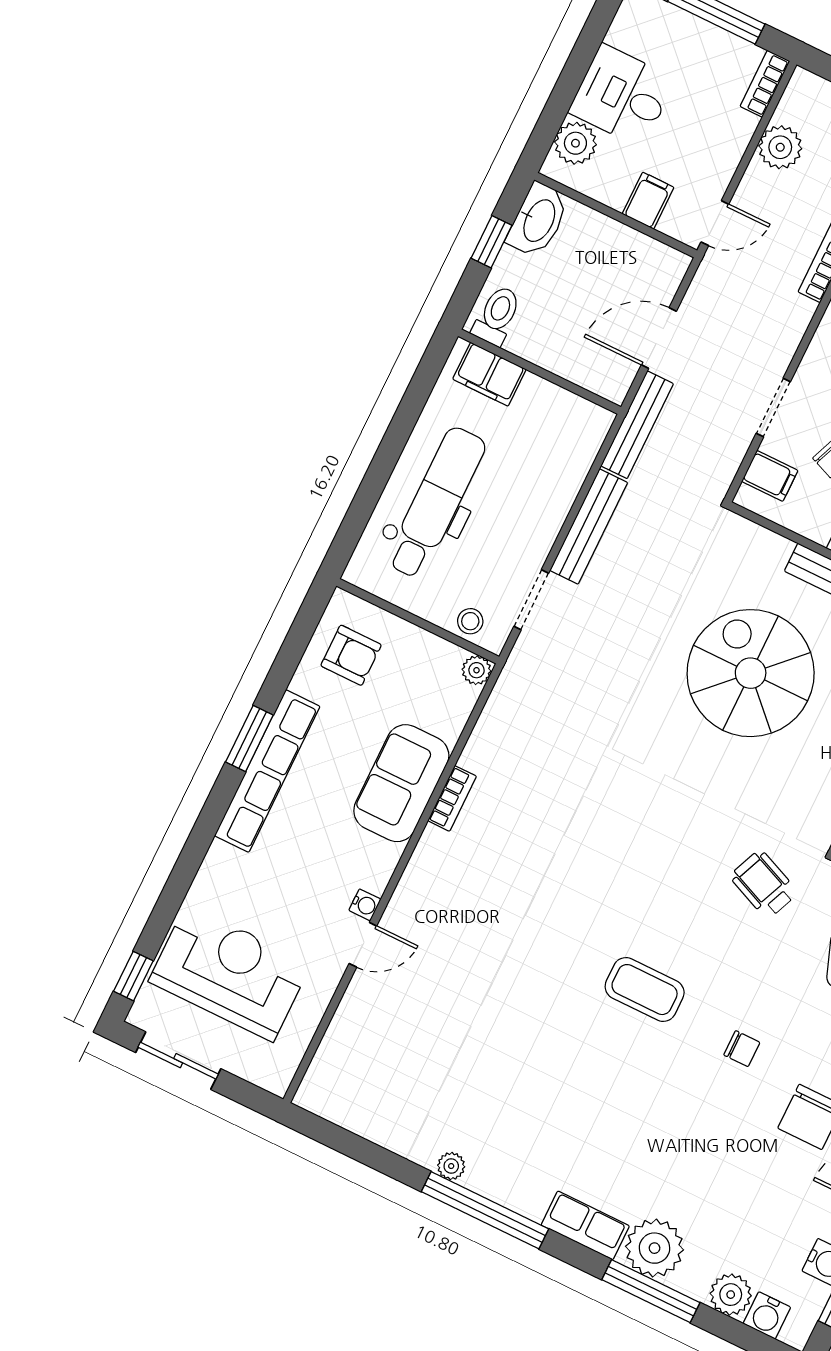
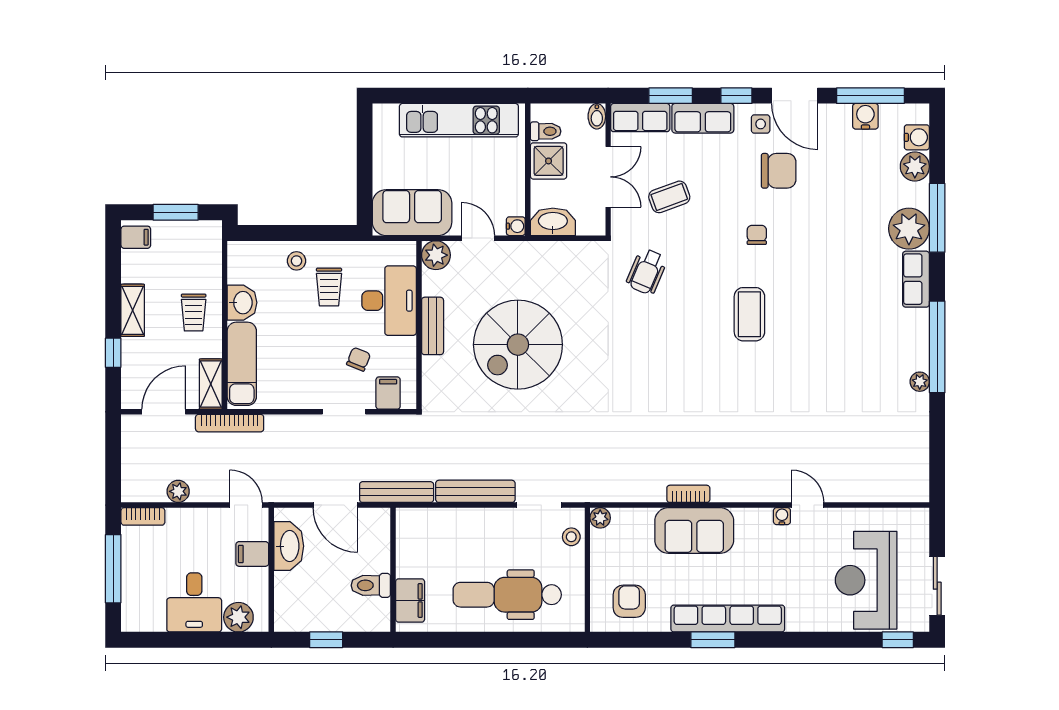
plant: (780, 147) -> (178, 491), width x0.73, depth x0.73
washbasin: (538, 220) -> (289, 546), moved, turned 90
toilet: (497, 315) -> (371, 585), moved

